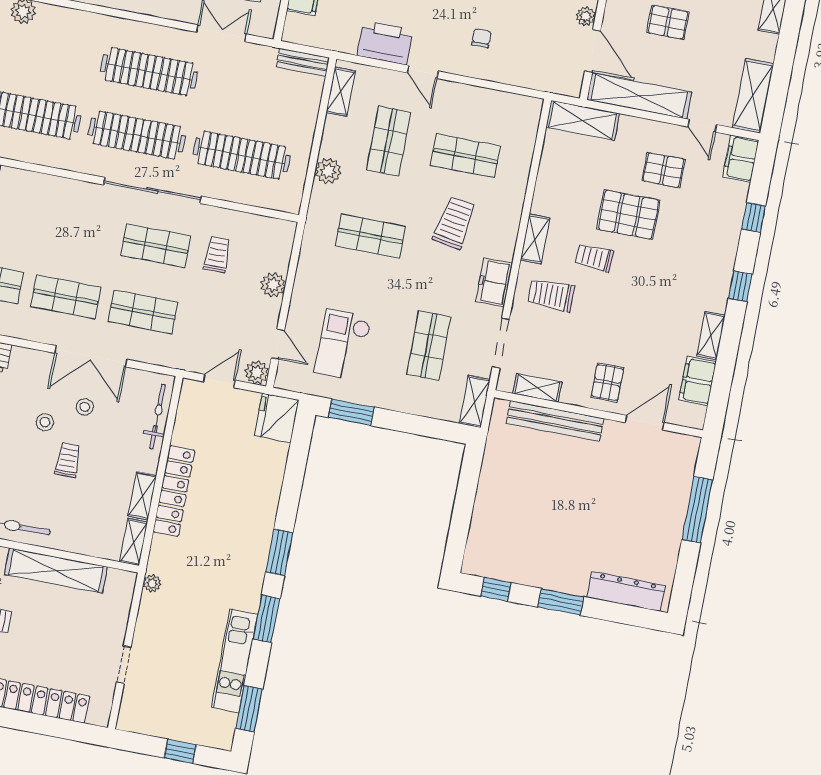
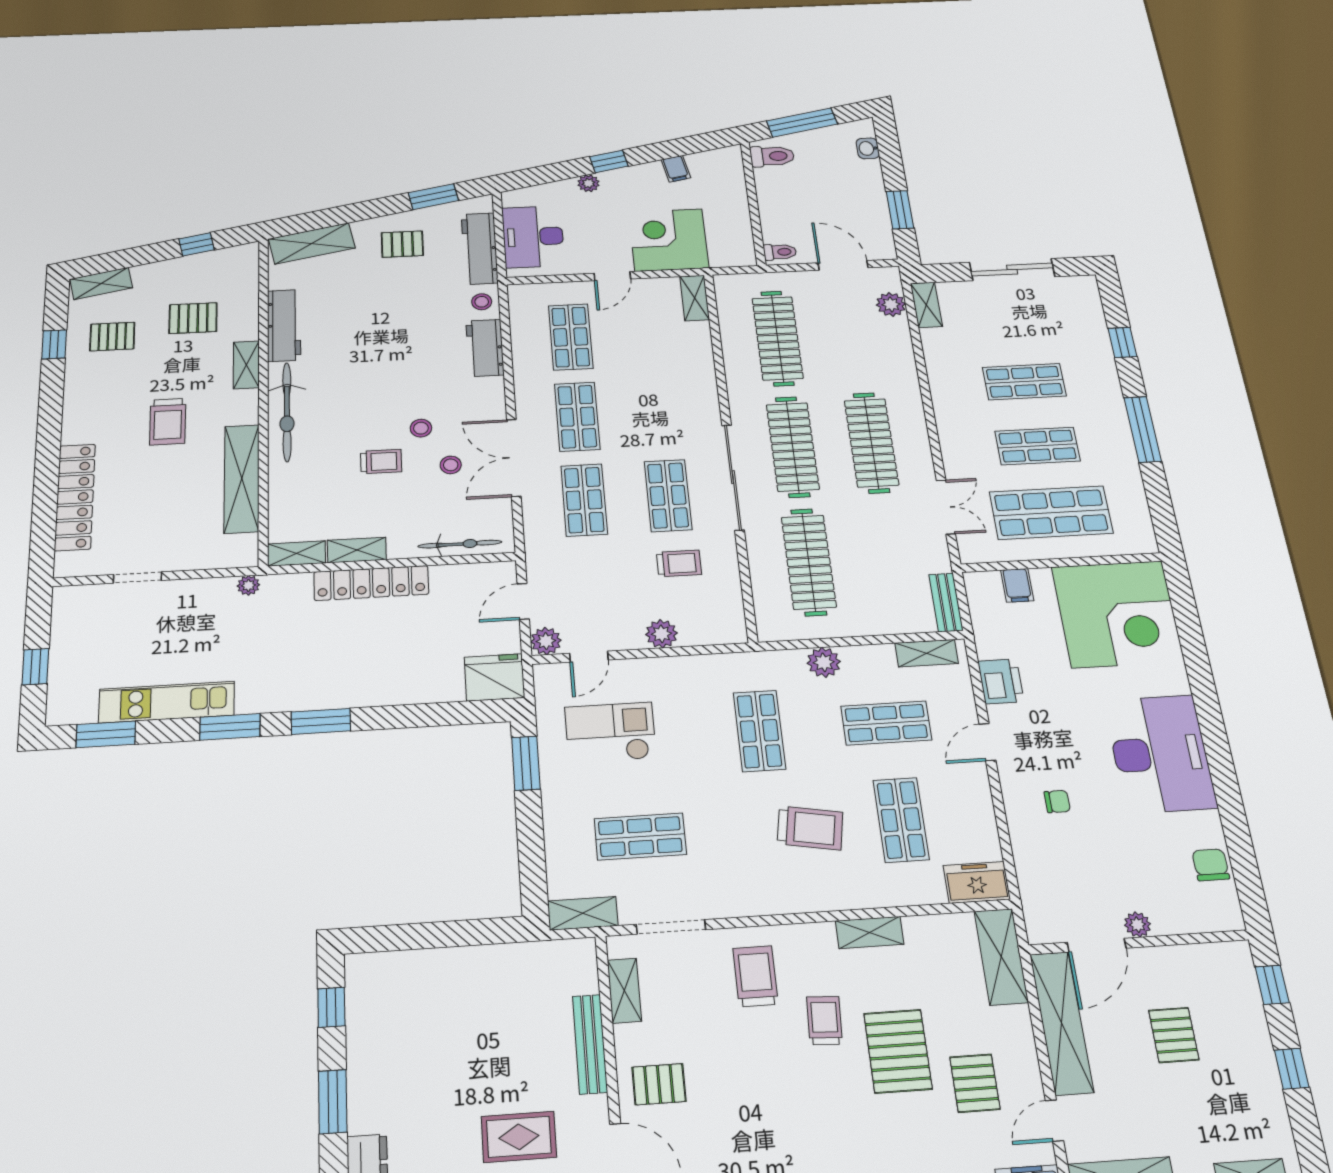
printer: (385, 43) -> (1001, 681), width x0.73, depth x0.84
shelving: (535, 239) -> (870, 933), moved
freezer: (494, 282) -> (977, 882), moved
door: (219, 381) -> (523, 601), swing flipped
bench: (555, 421) -> (590, 1044), width x0.73, depth x0.82
rug: (617, 485) -> (519, 1137), added

